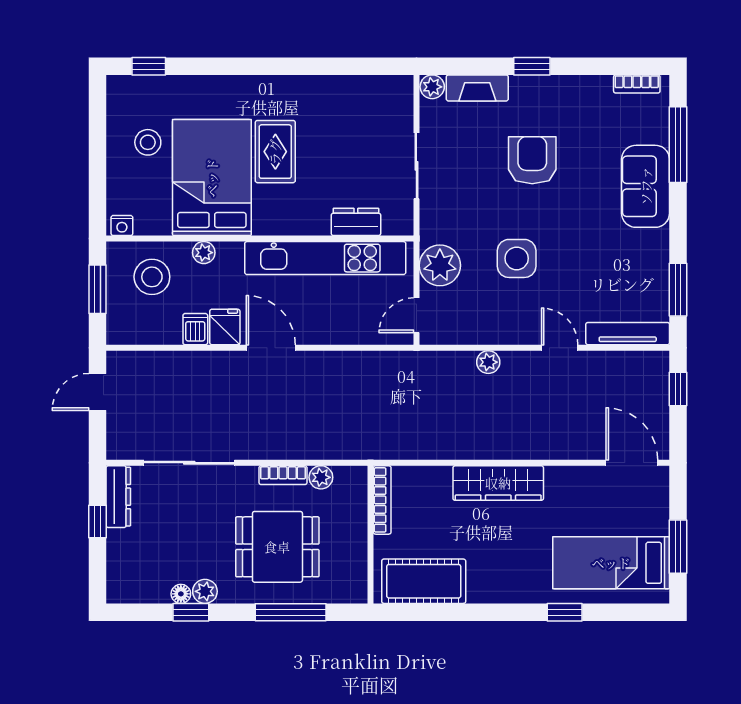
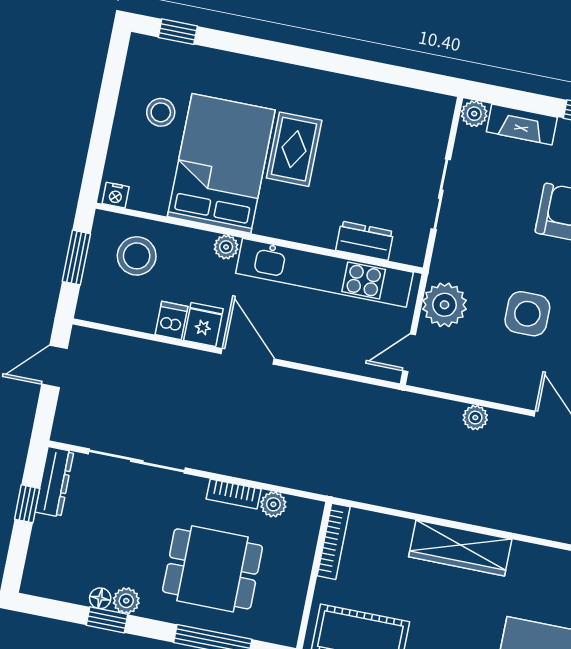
plant: (204, 253) -> (226, 247), moved

